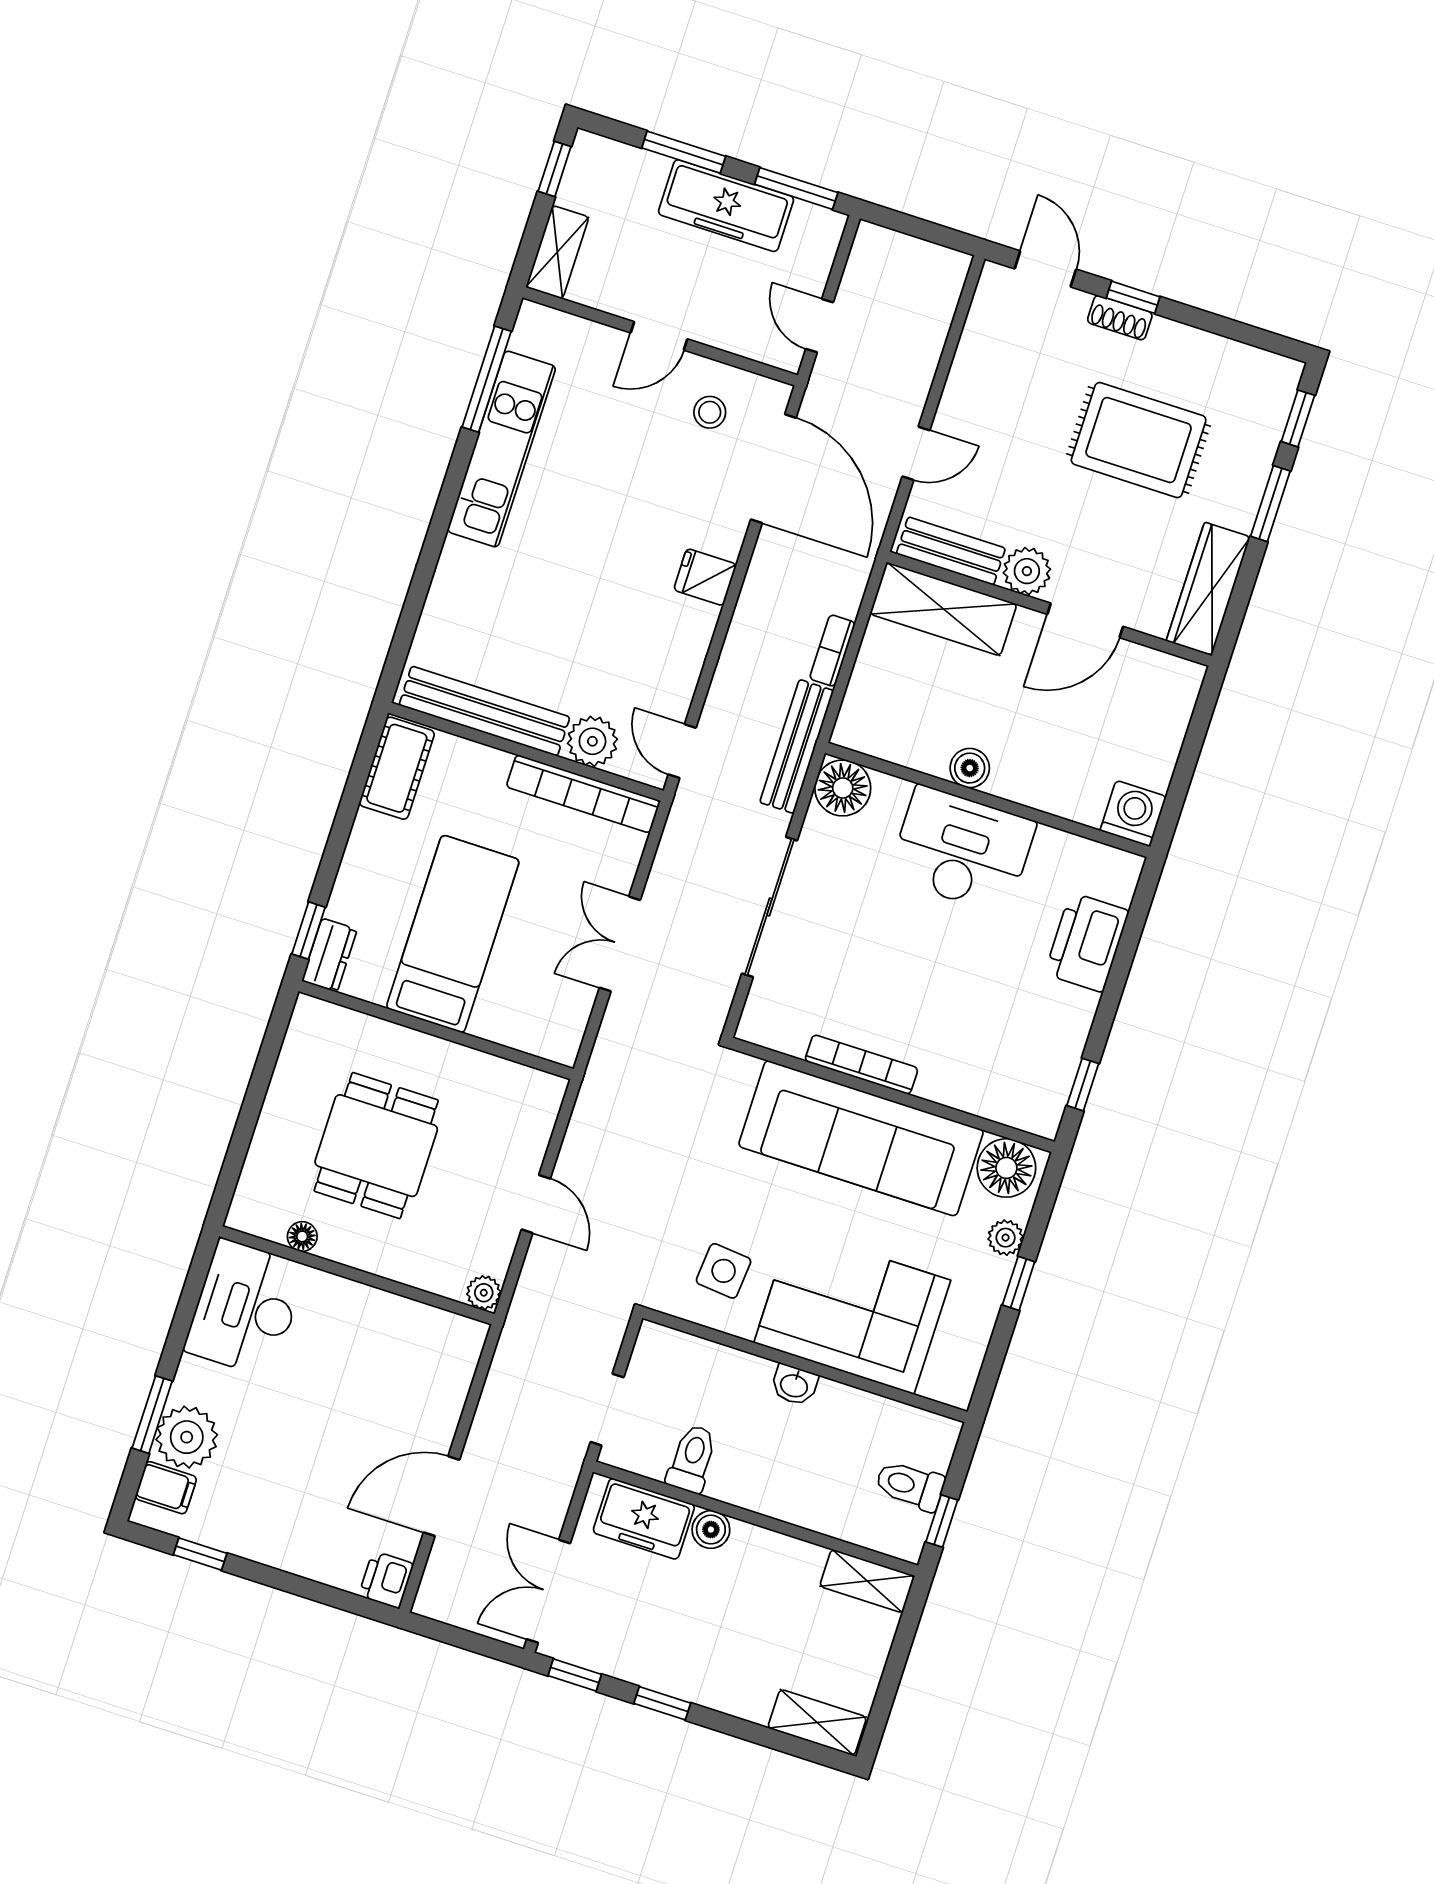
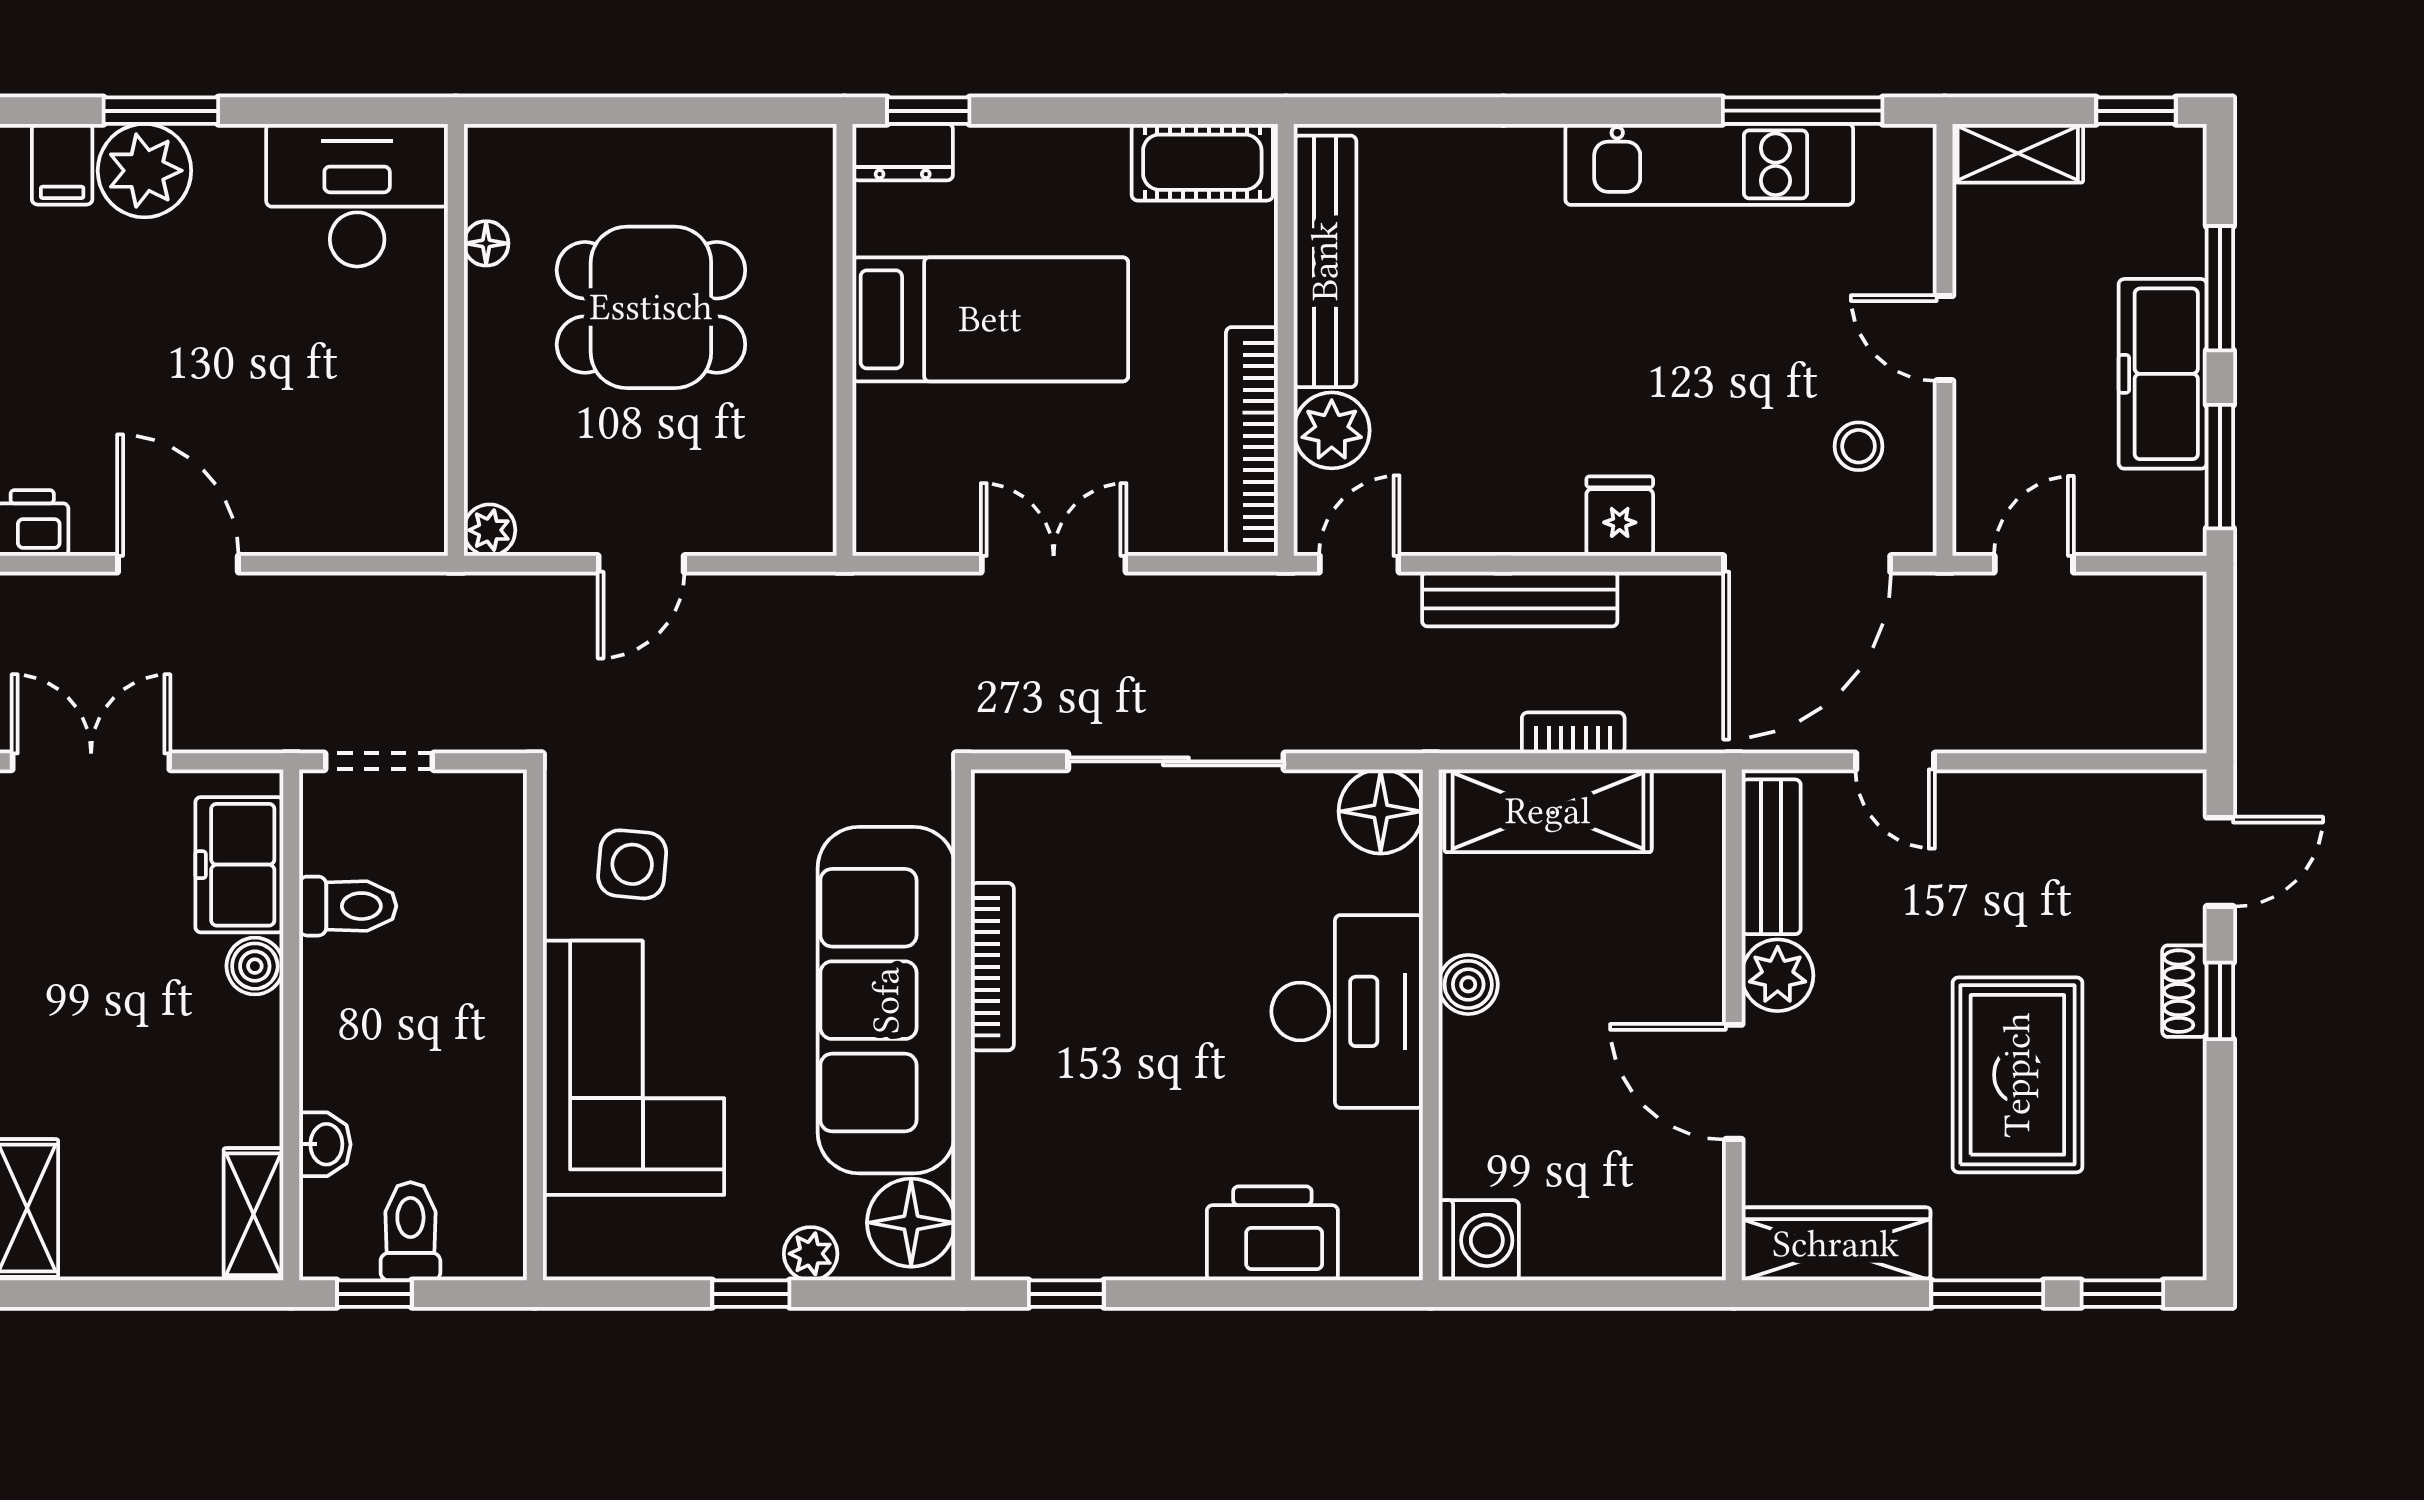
shelving: (943, 609) -> (1548, 811), moved, turned 90
bench: (797, 747) -> (1520, 599), moved
washbasin: (794, 1385) -> (325, 1144), moved, turned 180

